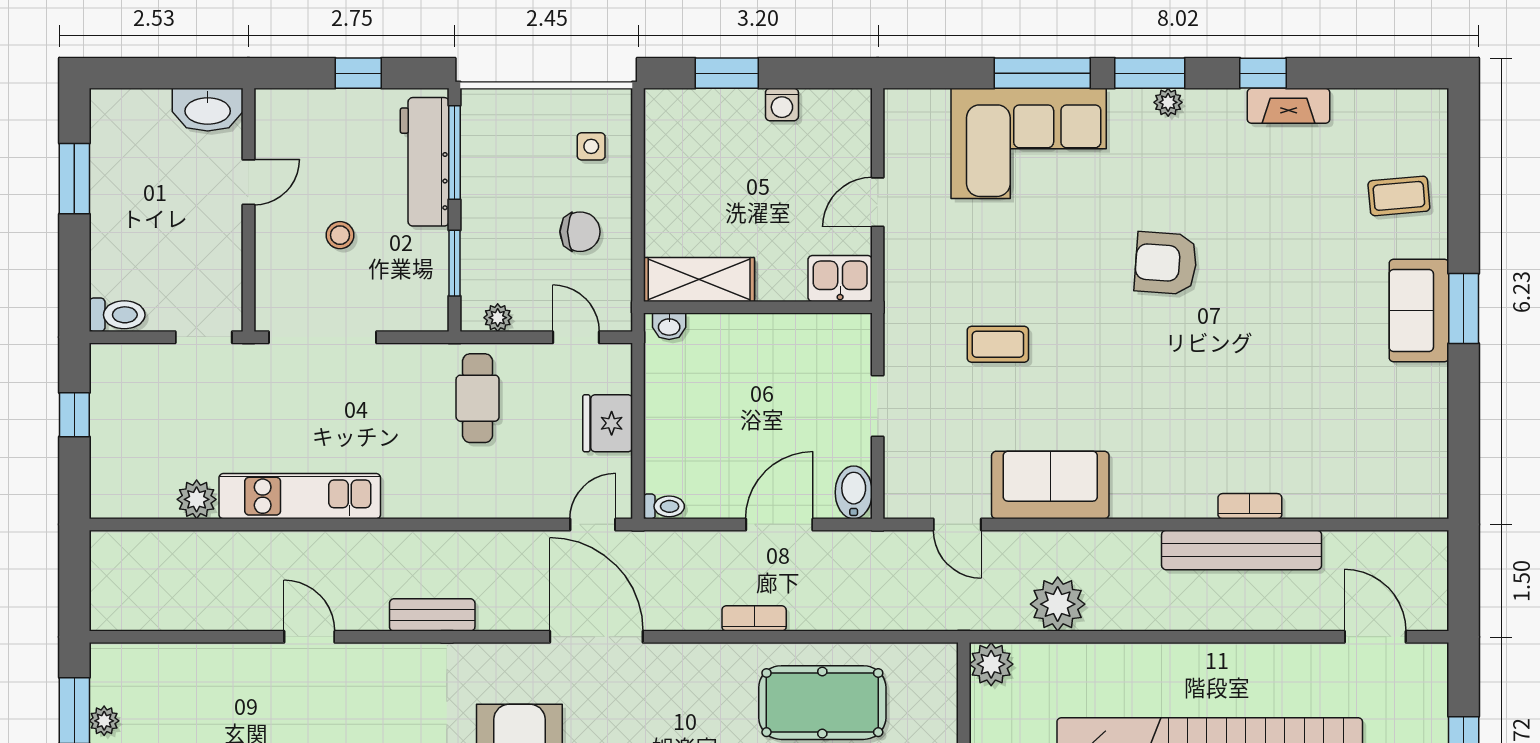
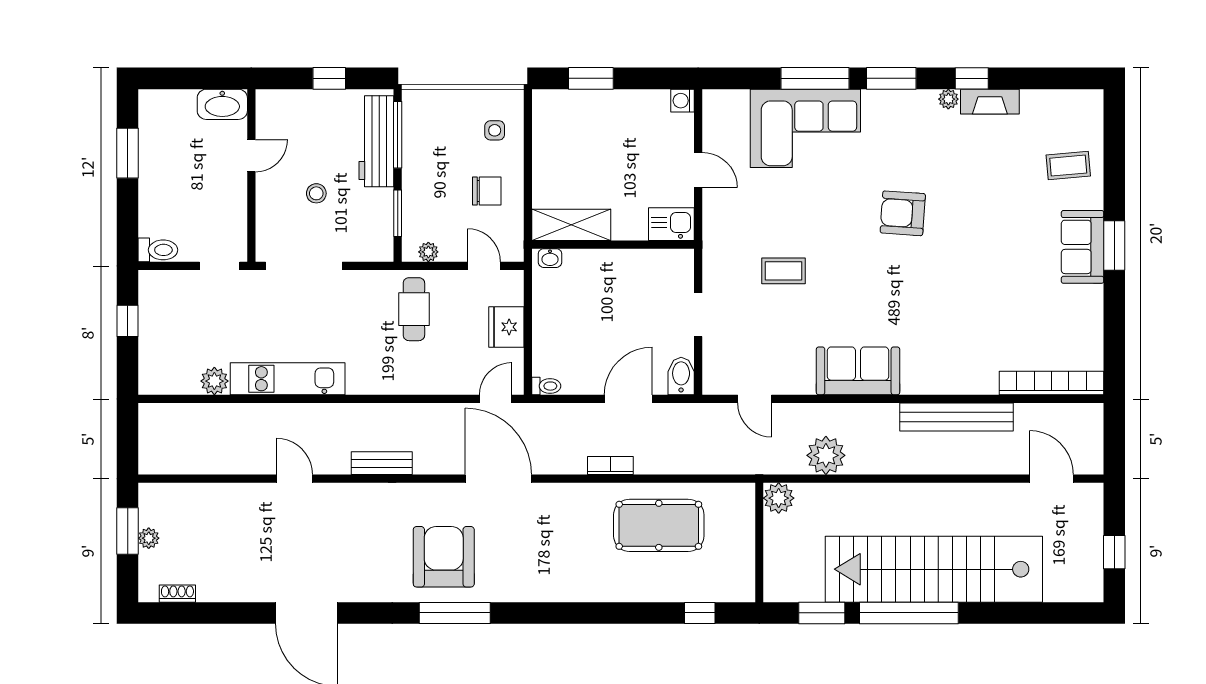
plant: (1168, 102) -> (948, 99), moved
washing machine: (782, 105) -> (682, 101), moved, turned 90
door: (878, 202) -> (698, 170), swing flipped
sofa: (1050, 485) -> (858, 371), moved
bookcase: (1250, 506) -> (1052, 383), moved, width x2.31, depth x1.31

